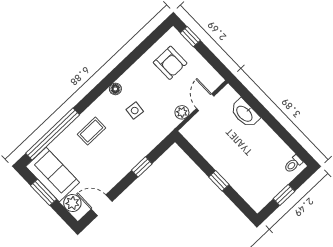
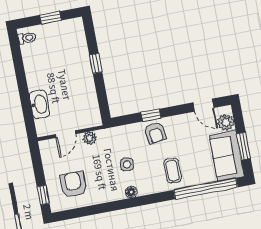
coffee table: (91, 131) -> (173, 171), turned 90
armchair: (128, 154) -> (155, 133), added

